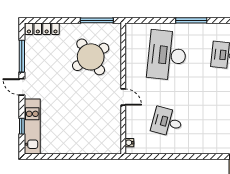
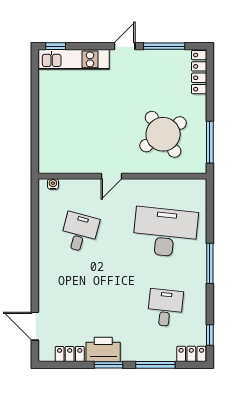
window: (22, 126) -> (56, 46), moved

